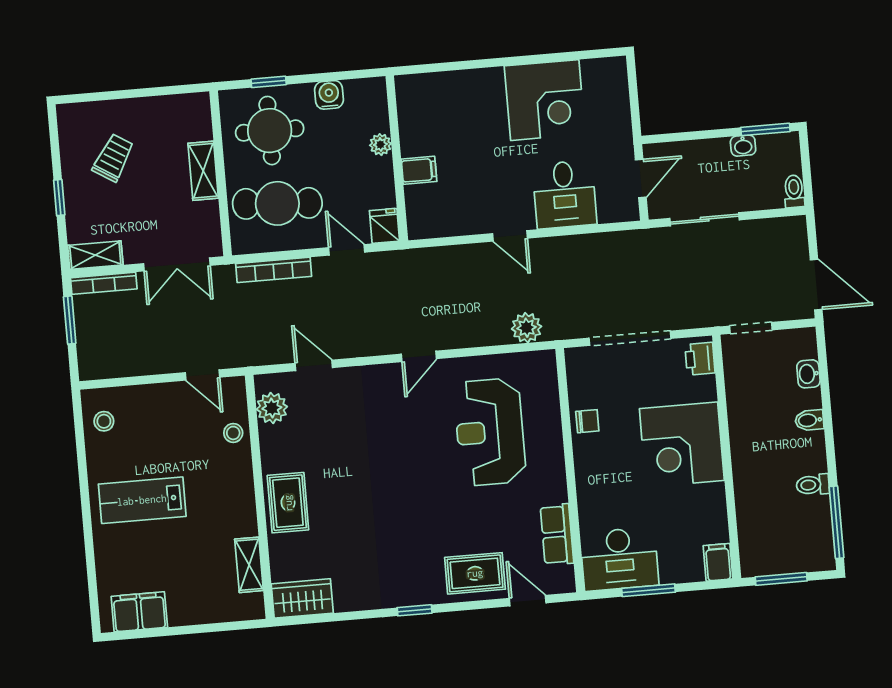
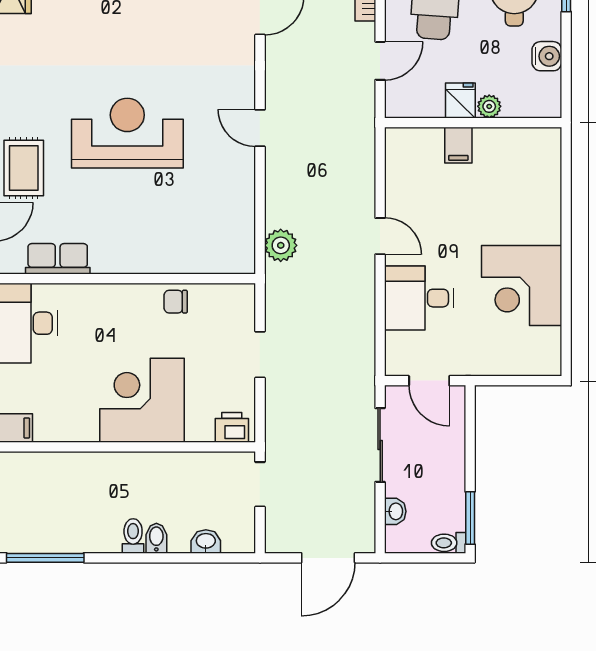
washbasin: (743, 146) -> (395, 511), moved, turned 180
toilet: (794, 191) -> (449, 543), moved, turned 180
fridge: (384, 226) -> (460, 100), moved, turned -90
door: (510, 236) -> (380, 236), swing flipped
door: (816, 285) -> (328, 558), moved
doorway: (630, 338) -> (260, 355), width x0.53
chair: (587, 421) -> (176, 302), turned 90
reception desk: (490, 432) -> (127, 133), moved
toilet: (813, 485) -> (133, 536), moved

